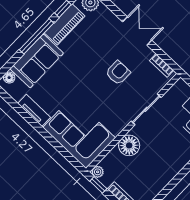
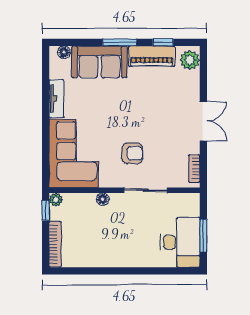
window: (36, 36) -> (119, 42), width x0.69
armchair: (118, 73) -> (132, 153), moved
floor lamp: (129, 145) -> (103, 199), width x0.53, depth x0.53

